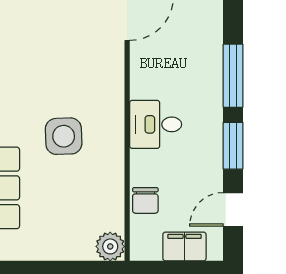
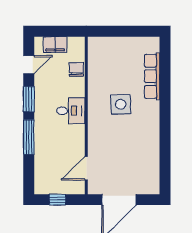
plant: (110, 246) -> (95, 44), removed

